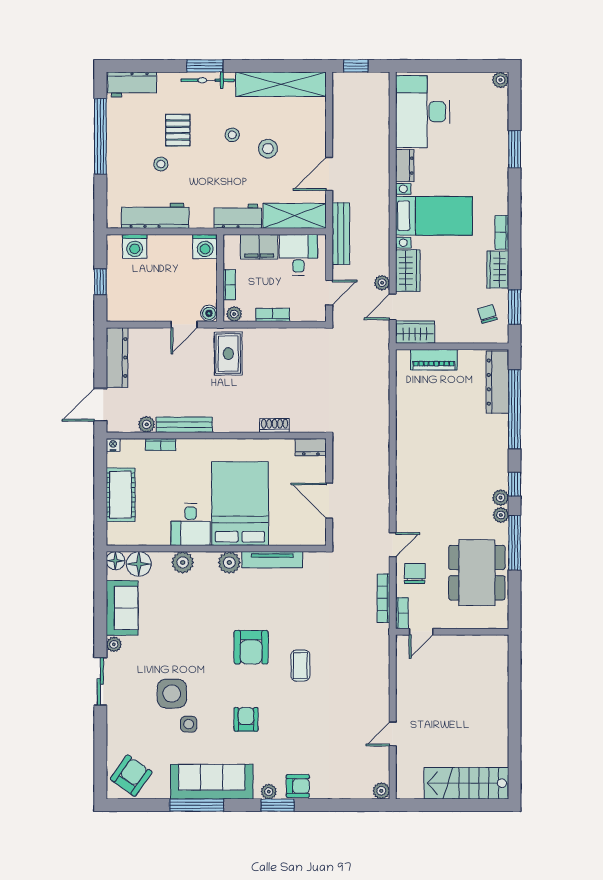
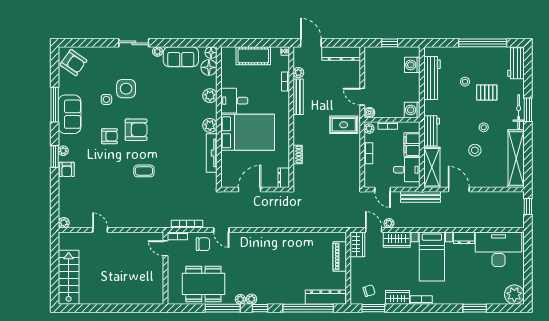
plant: (500, 80) -> (514, 295), width x1.88, depth x1.88
armchair: (251, 647) -> (136, 130), moved, turned 180
sofa: (212, 782) -> (70, 114), width x0.73

